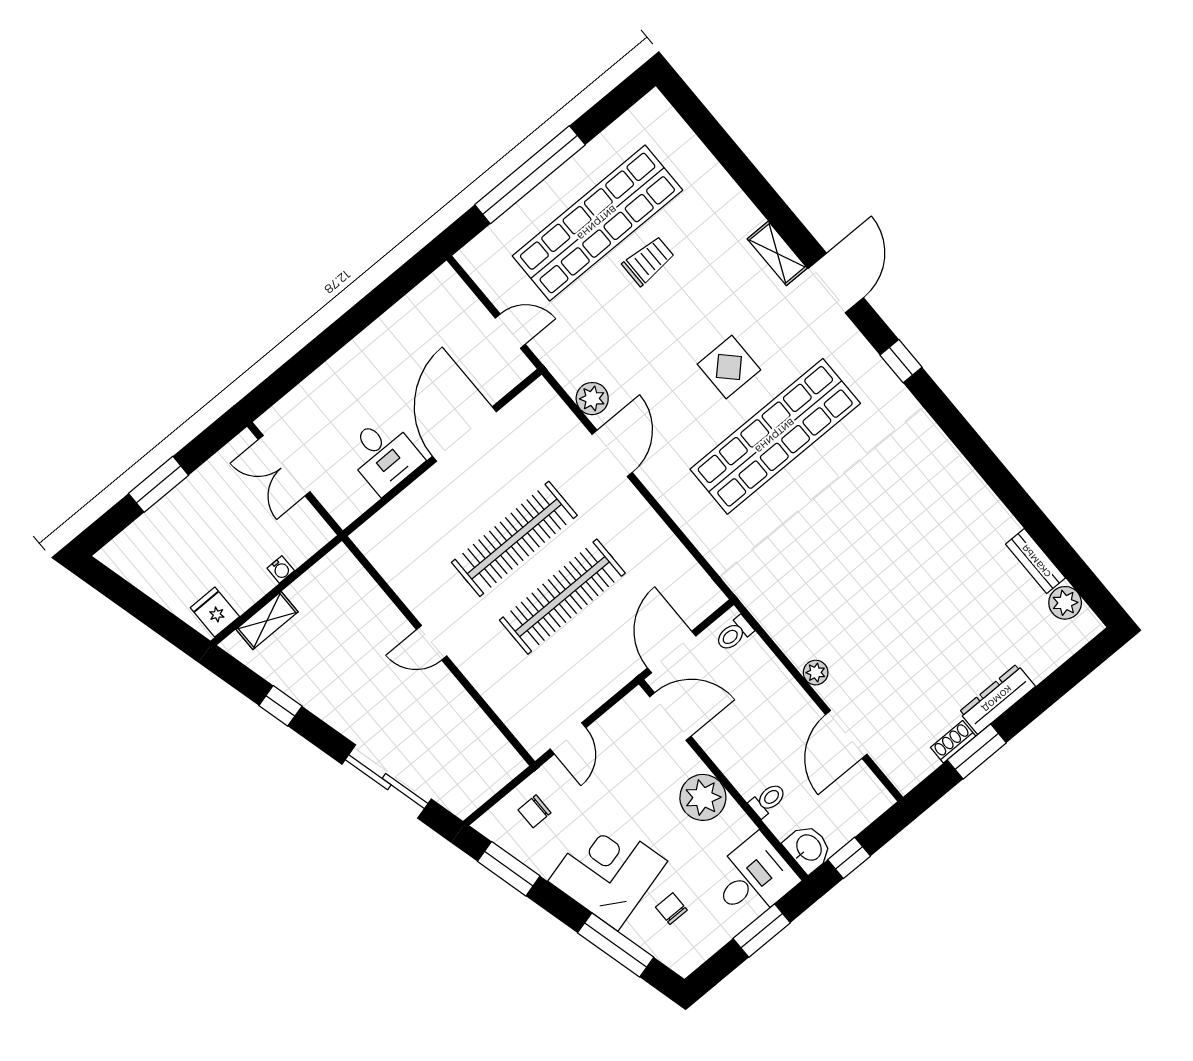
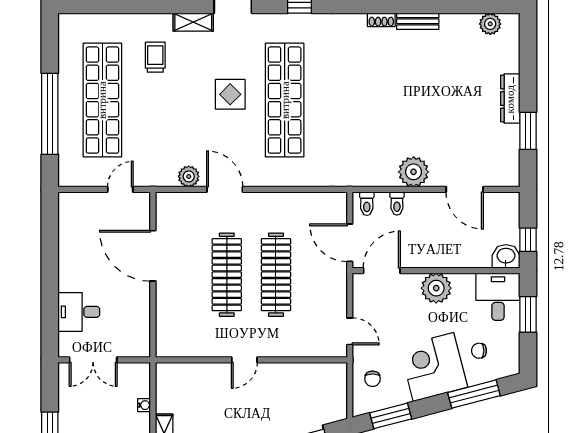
trolley: (648, 261) -> (155, 57), moved
desk: (384, 455) -> (79, 312), moved, turned 180
bench: (1036, 561) -> (418, 21), moved
plant: (816, 673) -> (414, 172), width x1.88, depth x1.88
shoe rack: (953, 742) -> (381, 20), moved, turned -90
toilet: (768, 800) -> (397, 203), moved, turned 180

